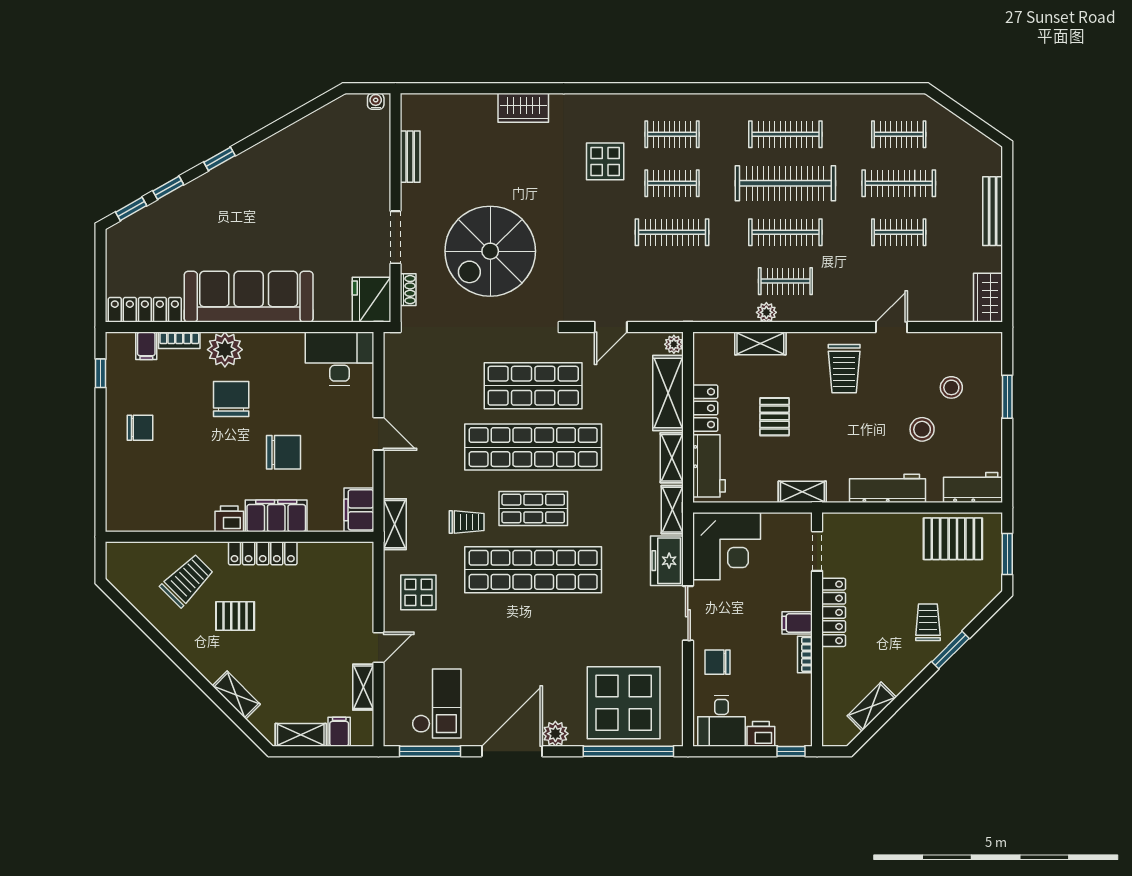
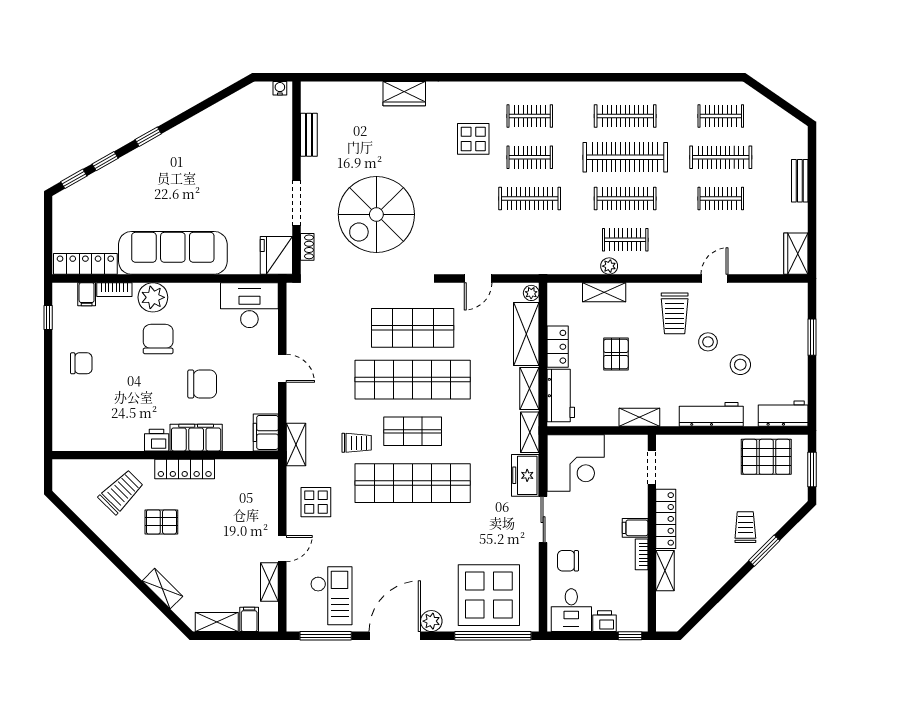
bench: (993, 211) -> (800, 181), width x0.73
stool: (951, 387) -> (708, 342), moved
shelving: (872, 707) -> (665, 571), moved, turned -45

